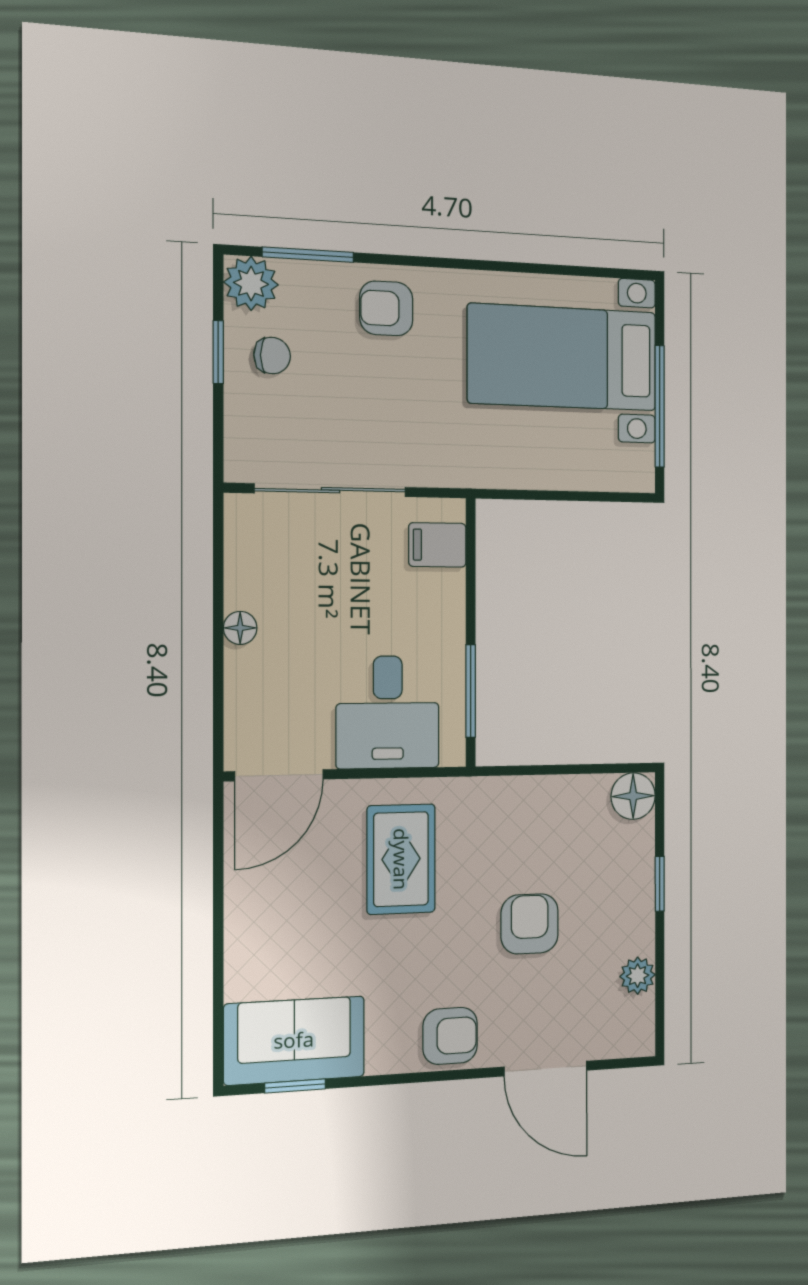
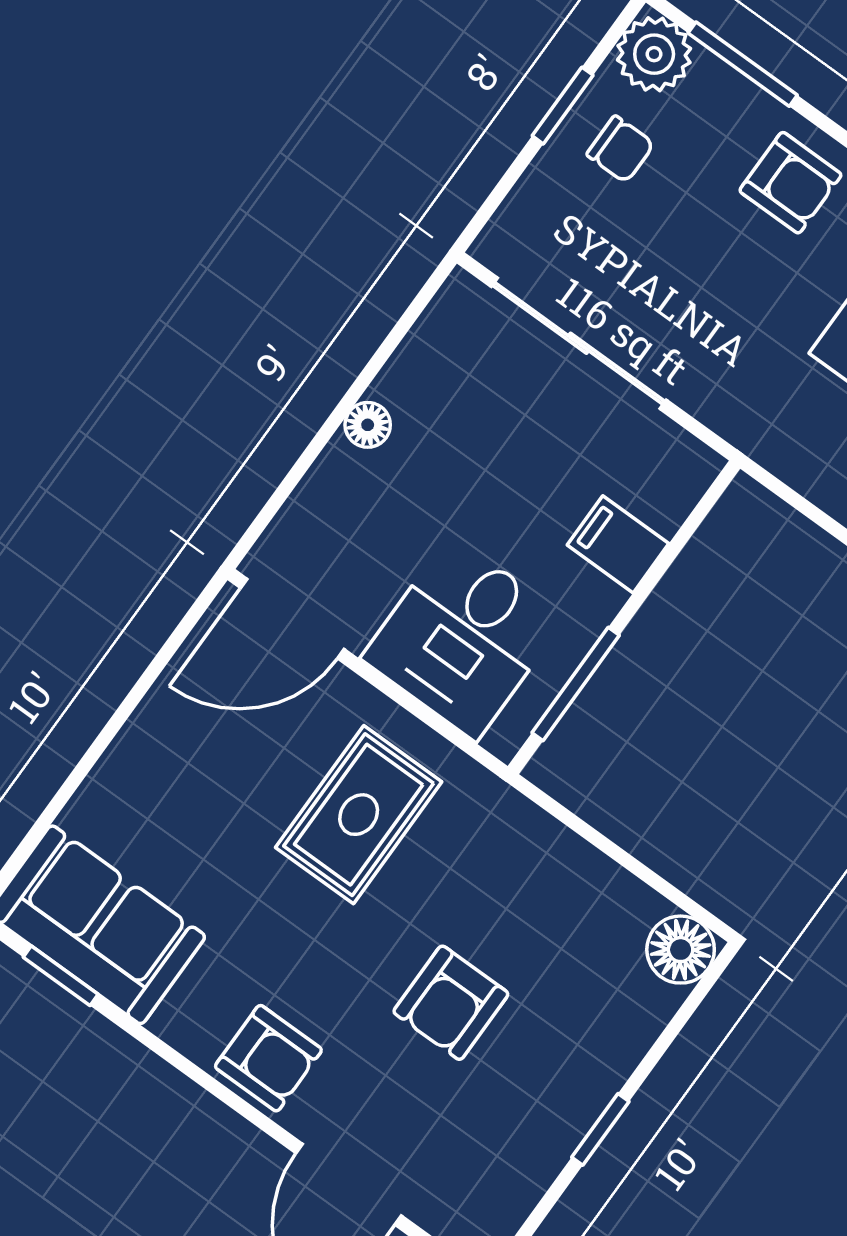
armchair: (386, 308) -> (790, 183), turned 180
filing cabinet: (437, 545) -> (618, 544), moved
window: (660, 884) -> (600, 1129), moved
armchair: (530, 924) -> (451, 1003), turned 180
plant: (638, 976) -> (534, 1164), removed

